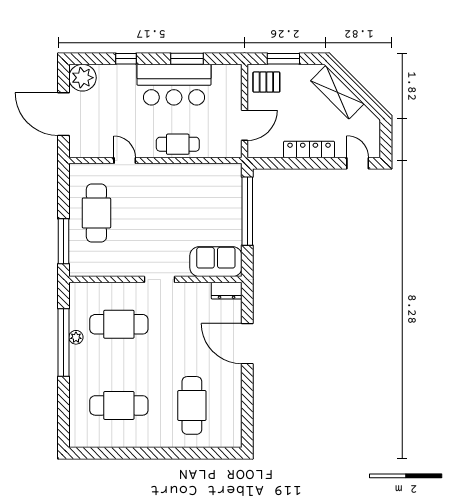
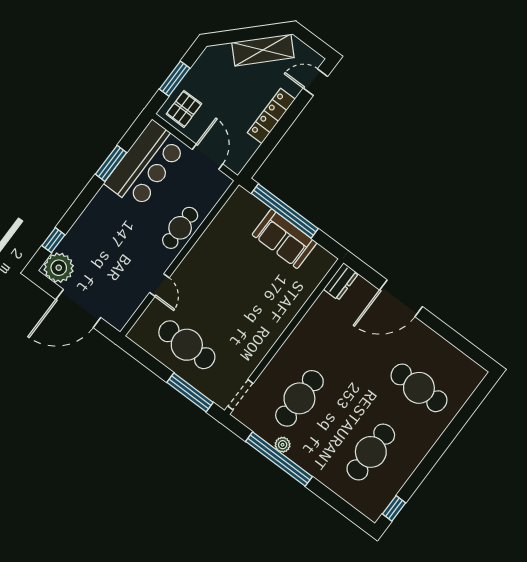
window: (126, 59) -> (53, 240), moved
bar counter: (174, 85) -> (146, 165), moved
shelving: (337, 92) -> (263, 50), moved
door: (125, 160) -> (159, 285), swing flipped
sofa: (216, 262) -> (284, 239), moved, turned -90
doorway: (160, 279) -> (240, 395), moved
window: (91, 453) -> (394, 508), added

